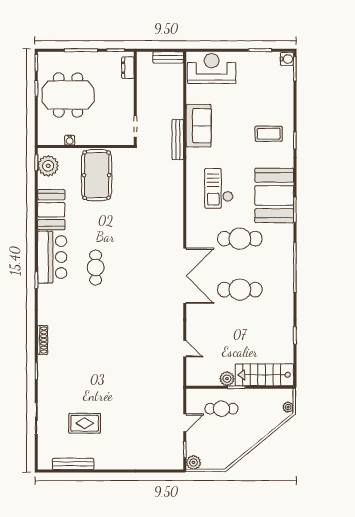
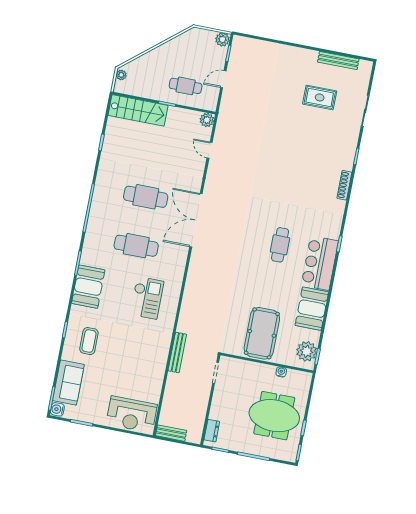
sofa: (199, 126) -> (68, 383), moved, turned 180
coffee table: (269, 134) -> (89, 341), turned 90
booth: (274, 195) -> (88, 287), width x0.73, depth x0.70
plant: (227, 379) -> (207, 120), moved

